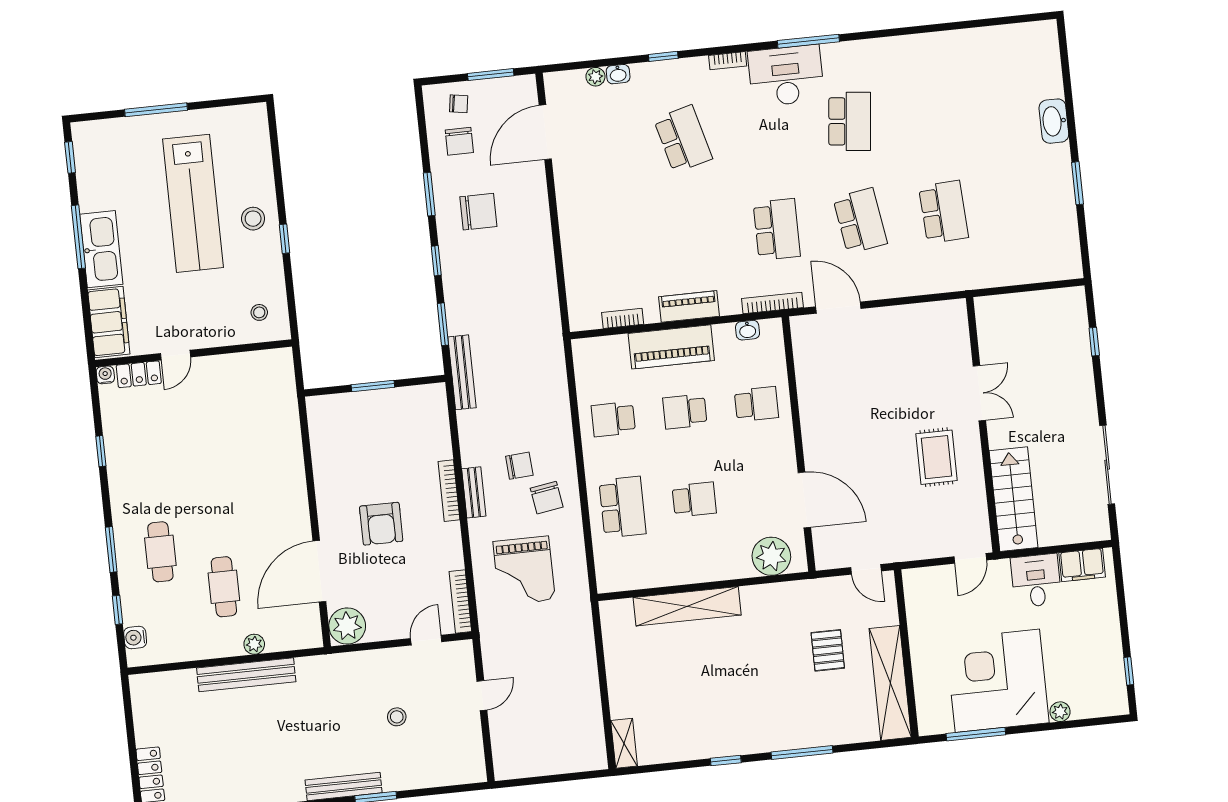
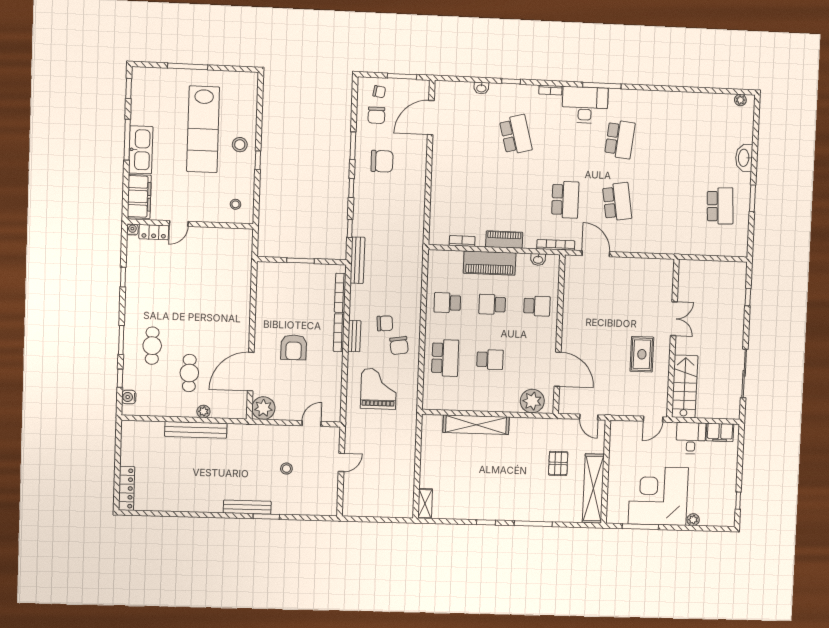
plant: (595, 77) -> (740, 100), moved
school desk: (944, 212) -> (720, 206), moved
window: (443, 324) -> (350, 228), width x0.67
grand piano: (524, 571) -> (379, 389), turned 180
bookcase: (460, 601) -> (340, 293), moved

